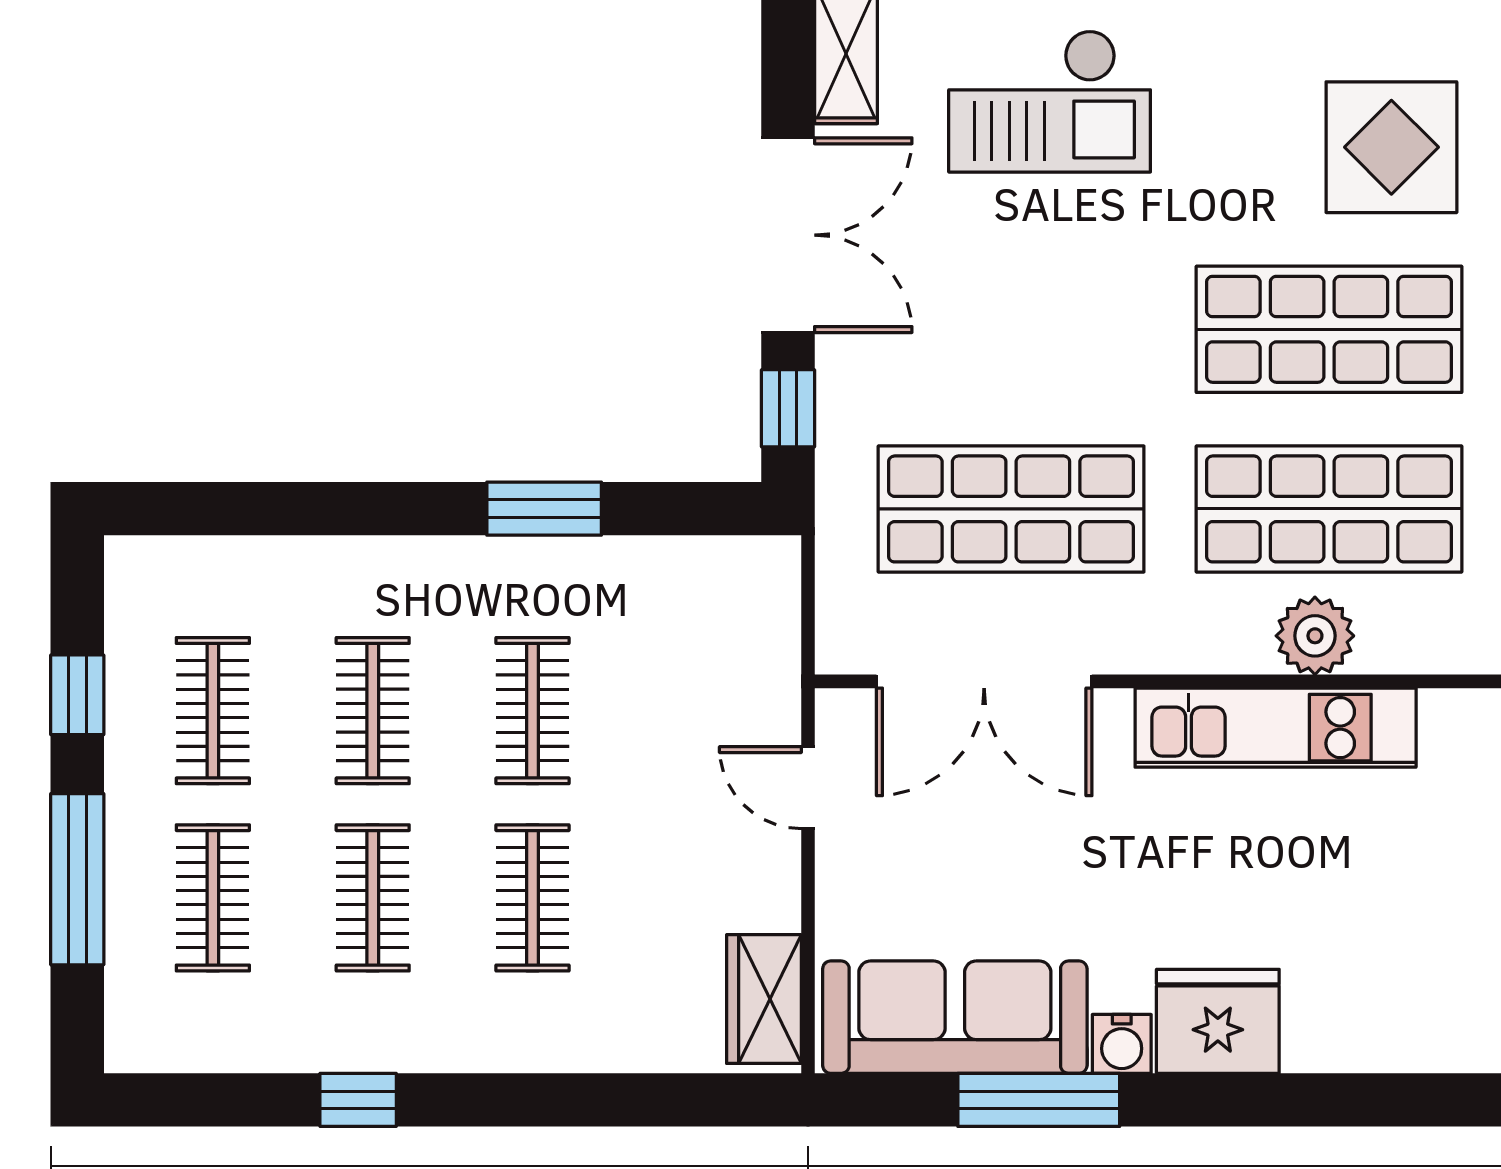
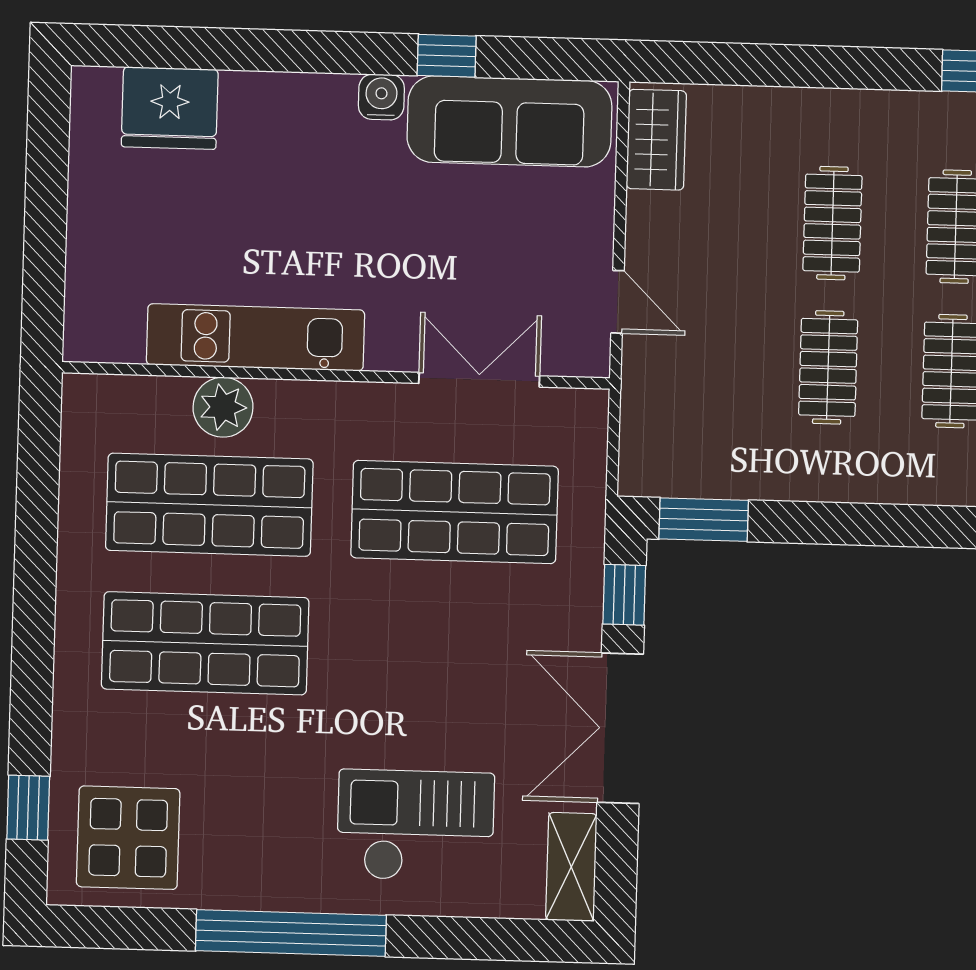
display table: (1391, 147) -> (128, 838), moved
window: (544, 509) -> (704, 520), moved
double door: (984, 681) -> (479, 380), width x0.73
fridge: (1218, 1021) -> (170, 108), moved
window: (1039, 1100) -> (447, 56), width x0.46

